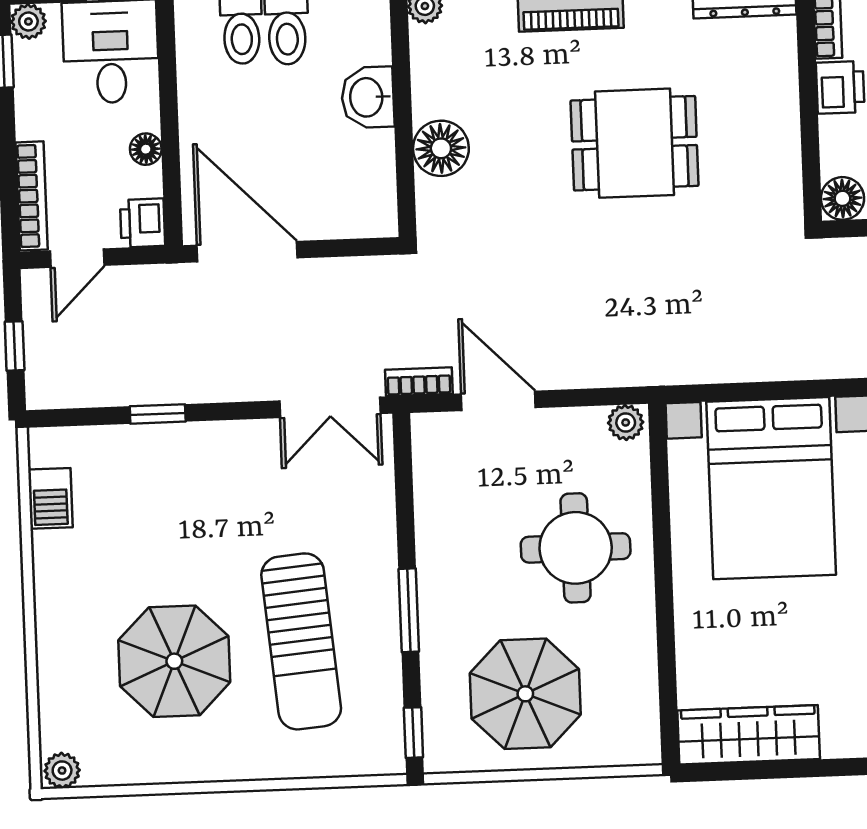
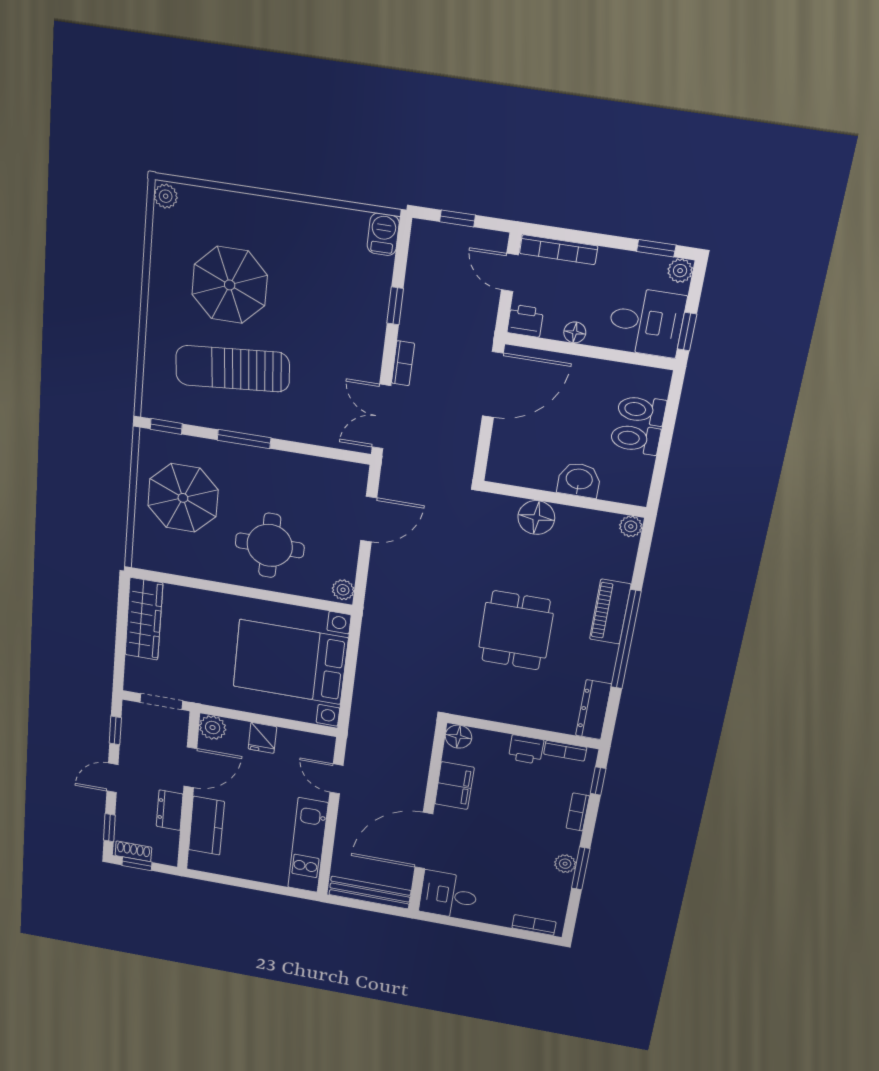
bookcase: (419, 382) -> (403, 363), moved
barbecue: (50, 498) -> (383, 234), moved, turned 90

